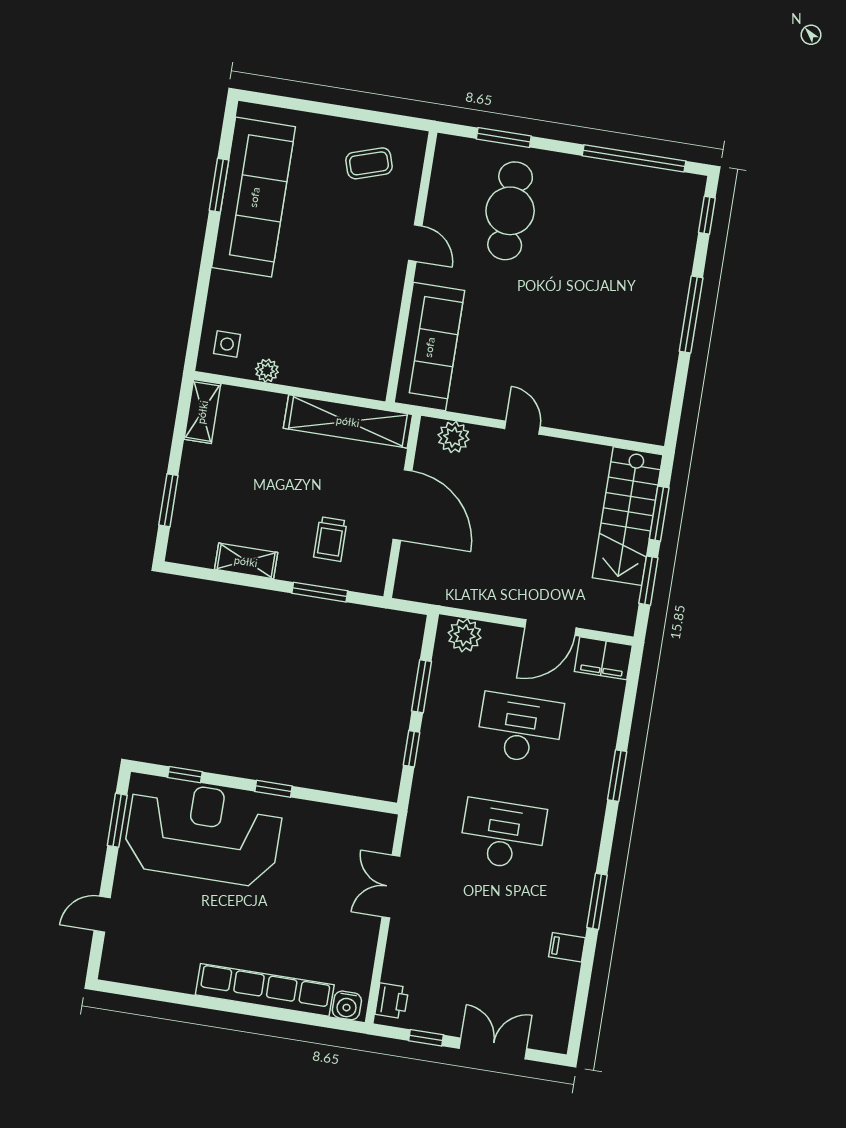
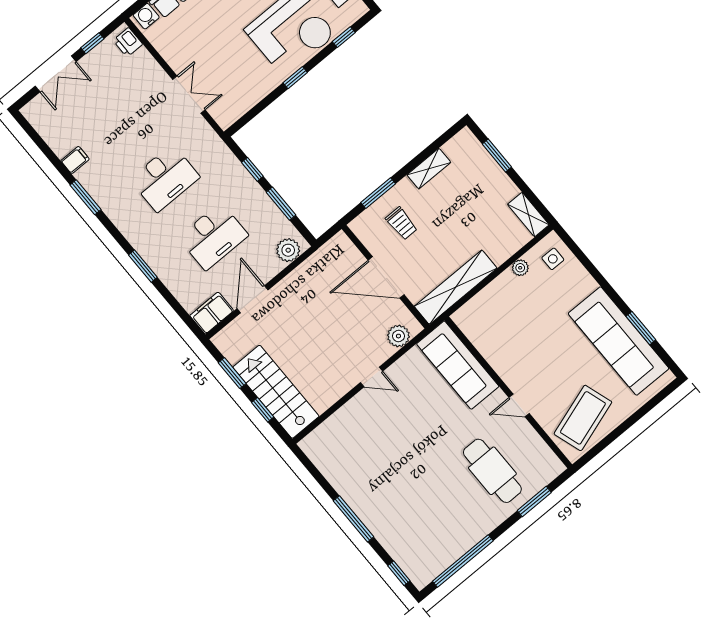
coffee table: (369, 163) -> (583, 418), width x1.86, depth x1.72
window: (659, 514) -> (263, 410), width x0.67
trolley: (330, 539) -> (401, 223), turned 180

